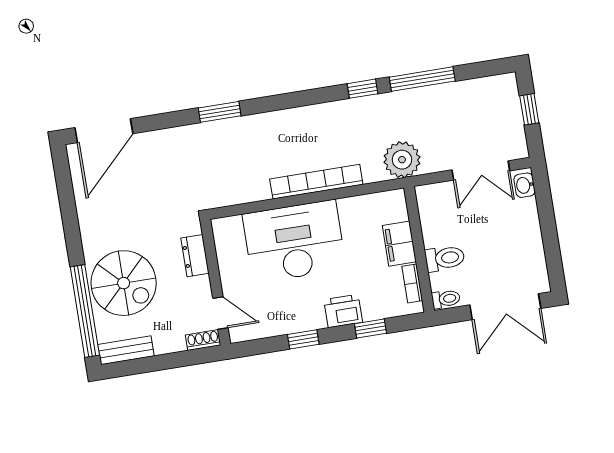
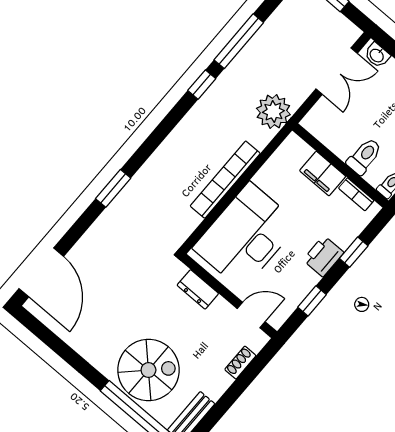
dresser: (195, 256) -> (198, 289), moved
wall: (215, 282) -> (229, 296), moved
door: (220, 313) -> (251, 315), moved

